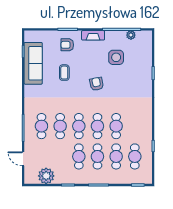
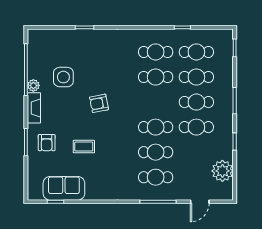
plant: (131, 35) -> (33, 85), moved
sofa: (33, 63) -> (64, 188), width x0.73
cafe table: (97, 126) -> (156, 52), moved

